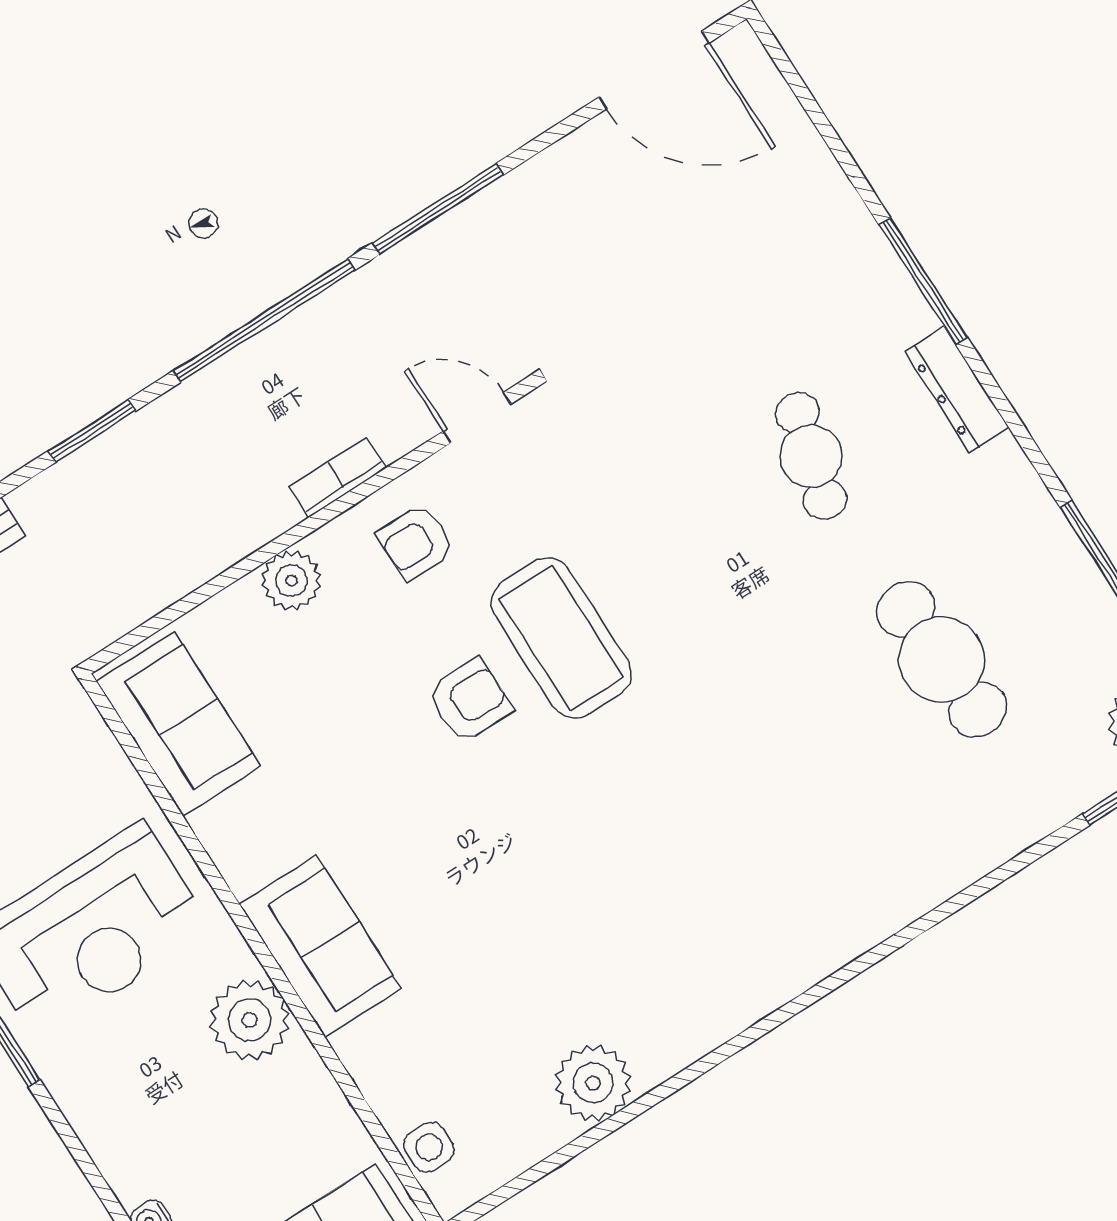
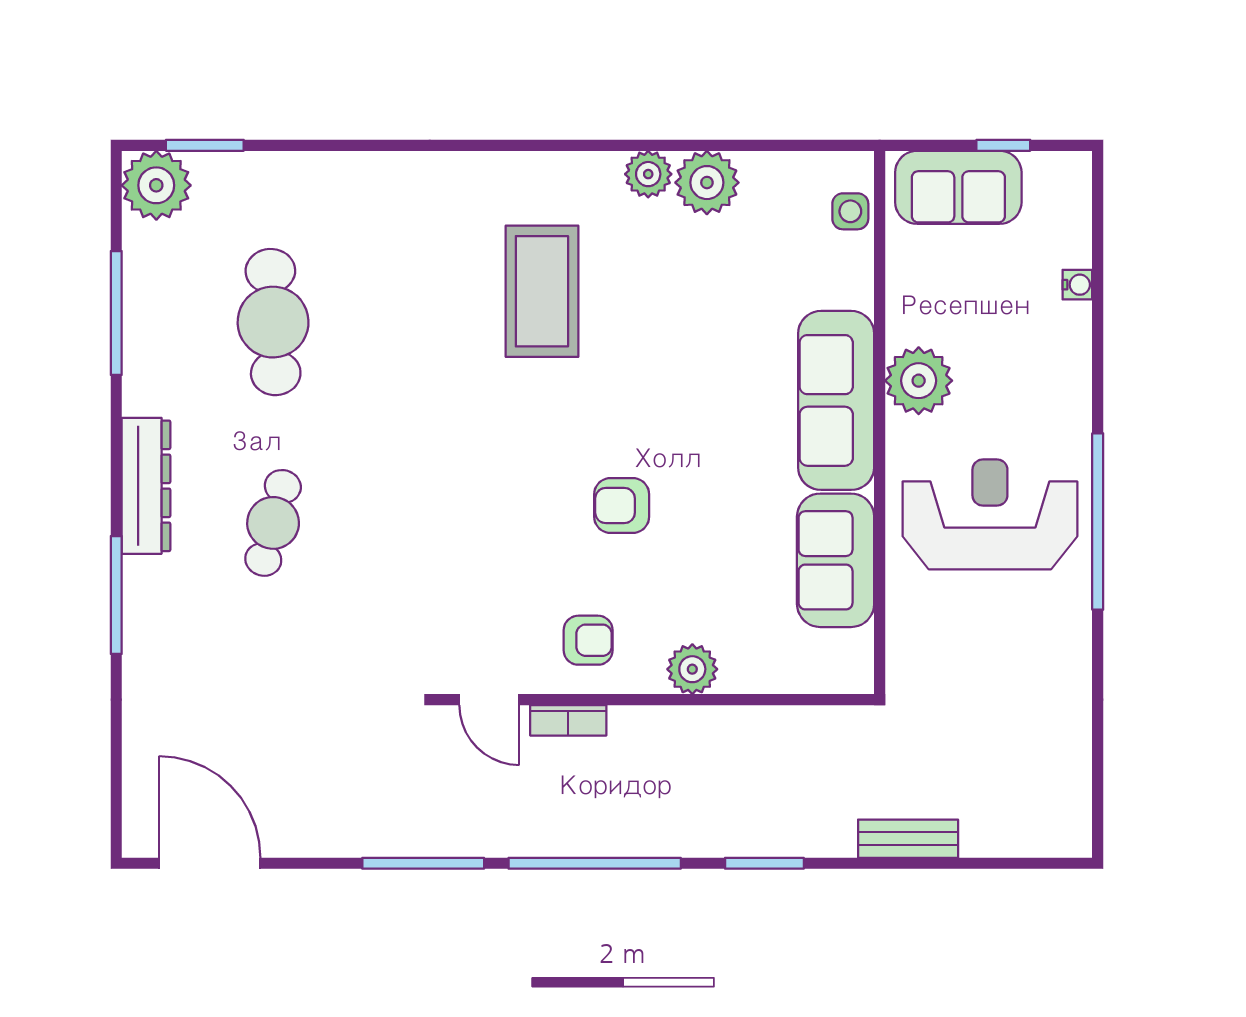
dresser: (957, 389) -> (146, 486), width x1.37, depth x1.24
bookcase: (338, 477) -> (568, 720), moved
coffee table: (561, 638) -> (542, 291), moved
sofa: (178, 724) -> (836, 560), moved
sofa: (320, 946) -> (836, 400), width x1.36
plant: (658, 1053) -> (648, 174), added

